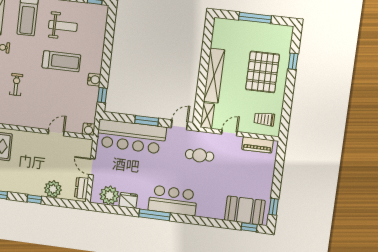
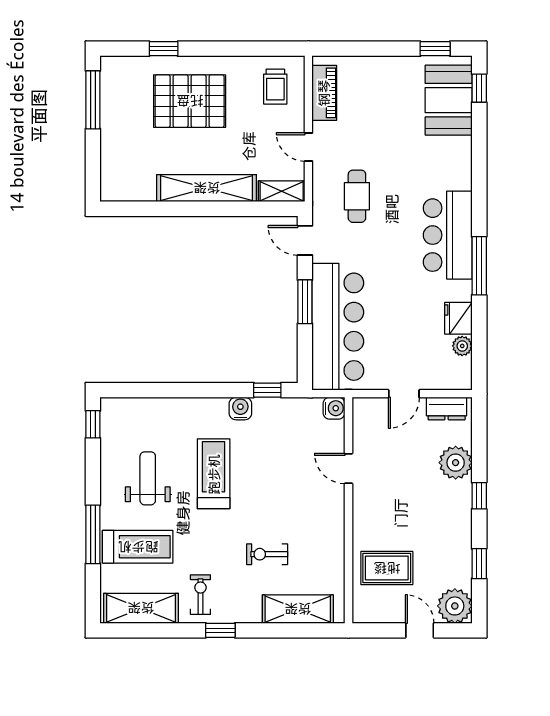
window: (255, 18) -> (93, 100), moved
plant: (109, 195) -> (462, 346), width x0.53, depth x0.53

